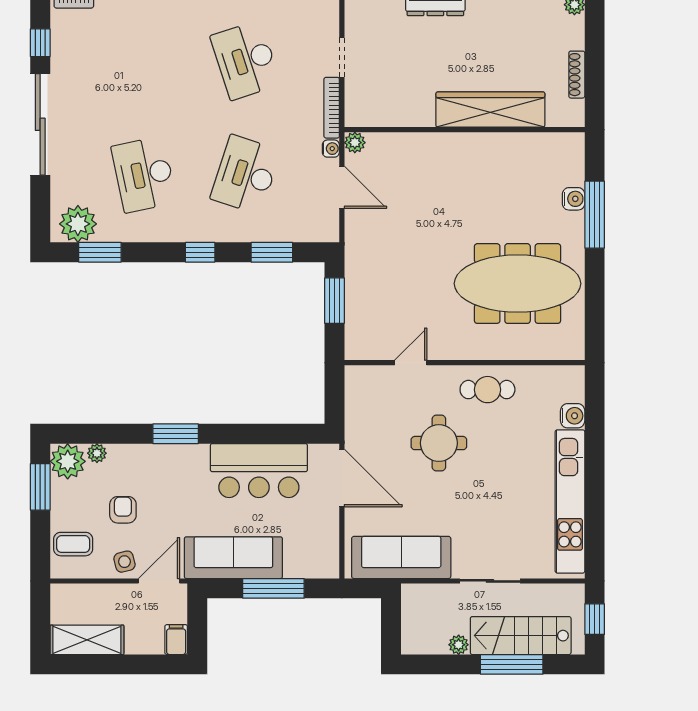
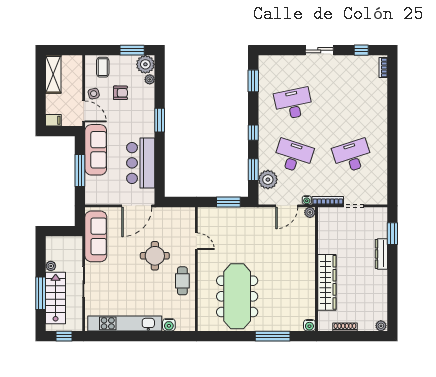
sliding door: (40, 124) -> (319, 50), width x0.54
water cooler: (574, 199) -> (309, 325), moved
plant: (78, 224) -> (268, 180), moved

